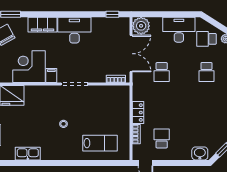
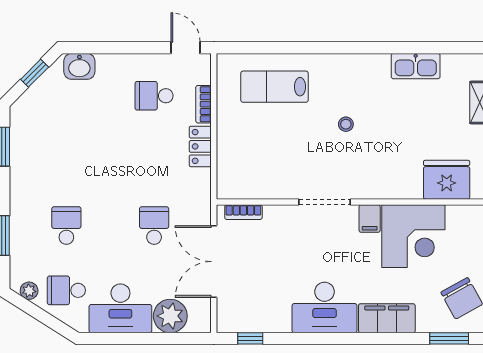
plant: (141, 26) -> (170, 316), moved
school desk: (206, 39) -> (66, 290), turned 180
school desk: (162, 138) -> (154, 96), turned 90

